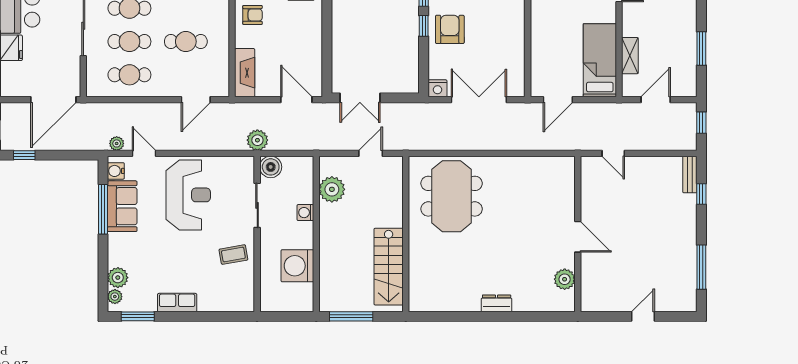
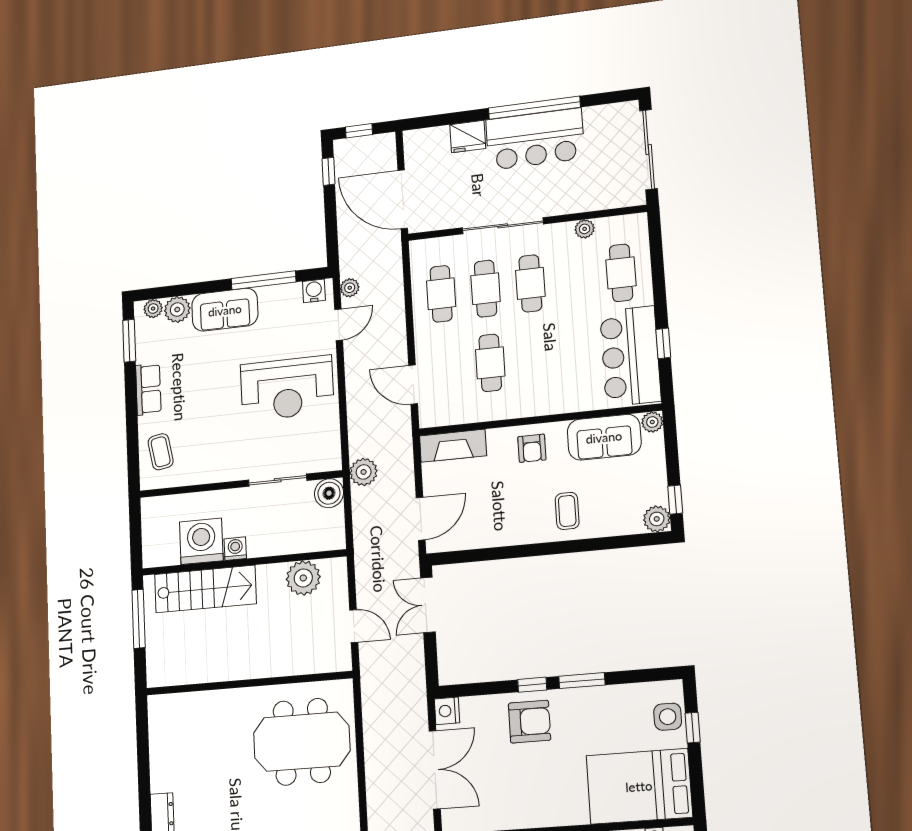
sofa: (122, 206) -> (225, 310), moved
washing machine: (305, 213) -> (235, 549), moved
coffee table: (233, 255) -> (161, 452), moved
stairs: (389, 267) -> (205, 589), moved, turned 180

